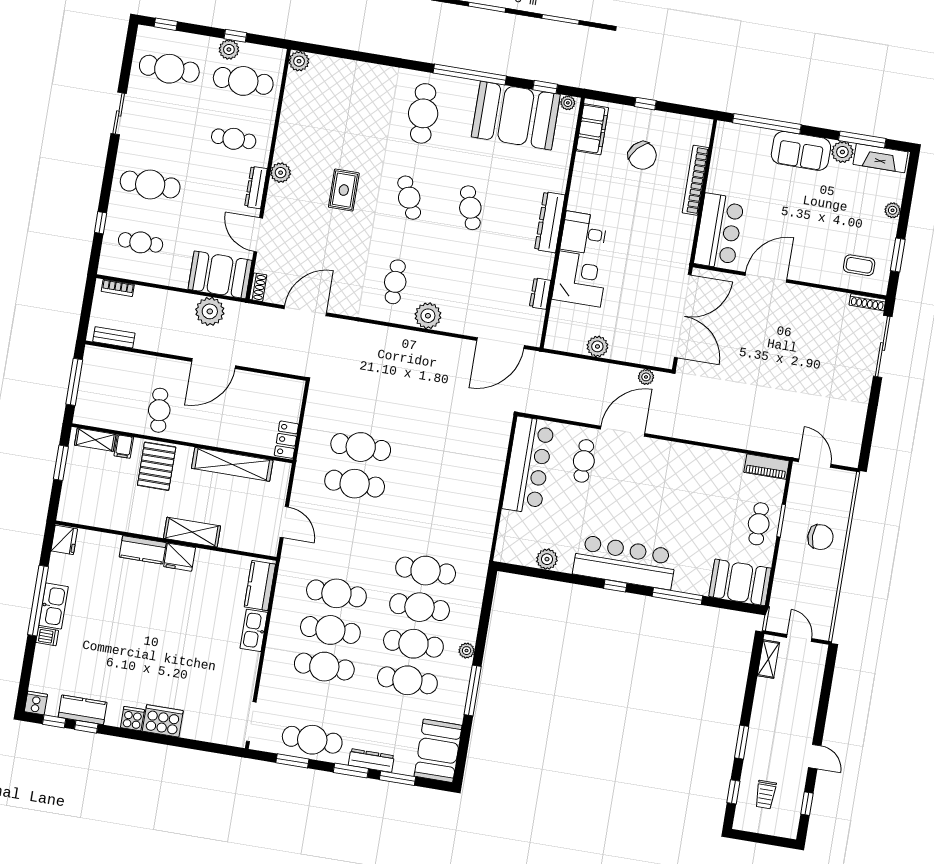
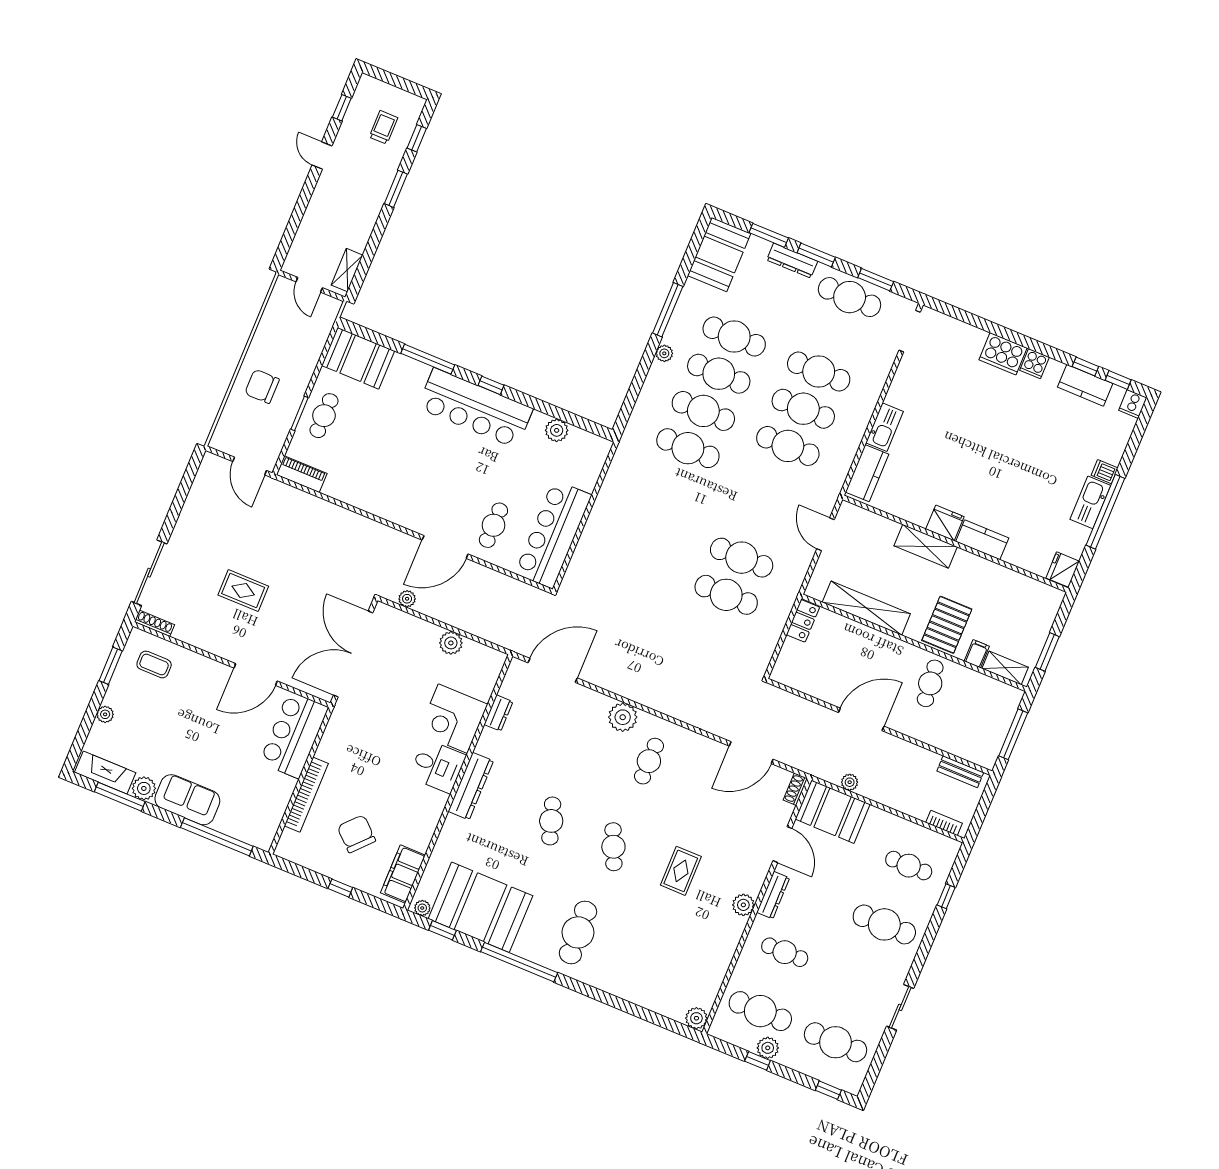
plant: (210, 311) -> (850, 782), width x0.53, depth x0.53
rug: (795, 350) -> (243, 591), added

